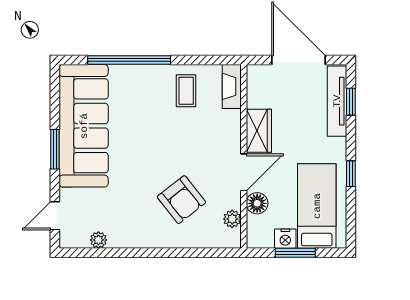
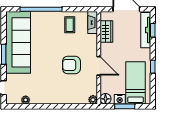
wardrobe: (259, 131) -> (106, 32), moved
door: (244, 172) -> (99, 66), hinge flipped
armchair: (181, 200) -> (71, 65), moved, turned 128
floor lamp: (257, 203) -> (105, 99), moved
plant: (232, 219) -> (93, 100), moved

